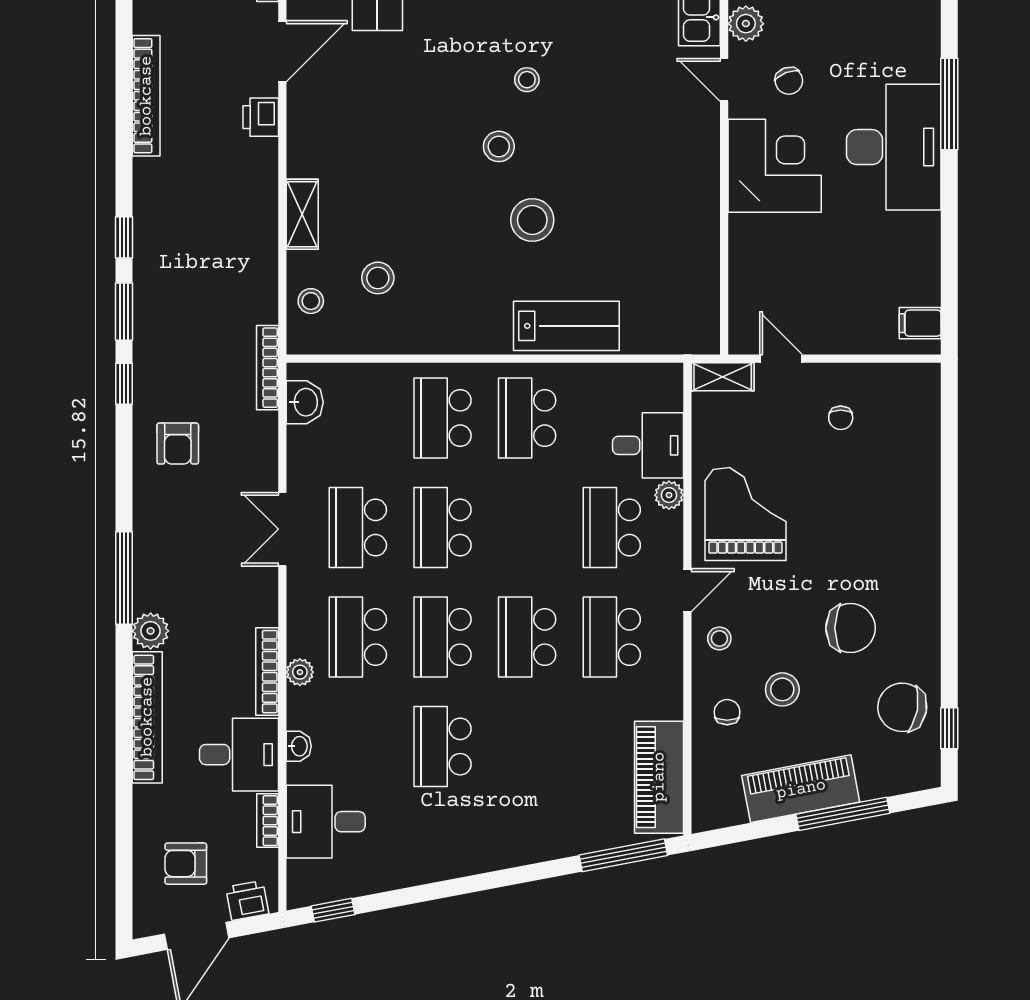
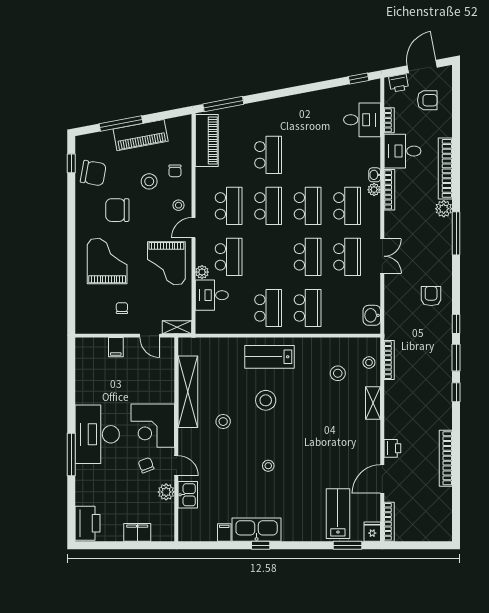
stool: (499, 146) -> (223, 422), moved
shelving: (699, 238) -> (188, 392), added
filing cabinet: (920, 323) -> (116, 347), moved, turned 90
lab bench: (566, 326) -> (269, 357), moved
bookcase: (268, 368) -> (389, 360), moved
grand piano: (872, 519) -> (107, 261), added
washbasin: (299, 746) -> (375, 175), moved
school desk: (443, 747) -> (268, 155), moved

